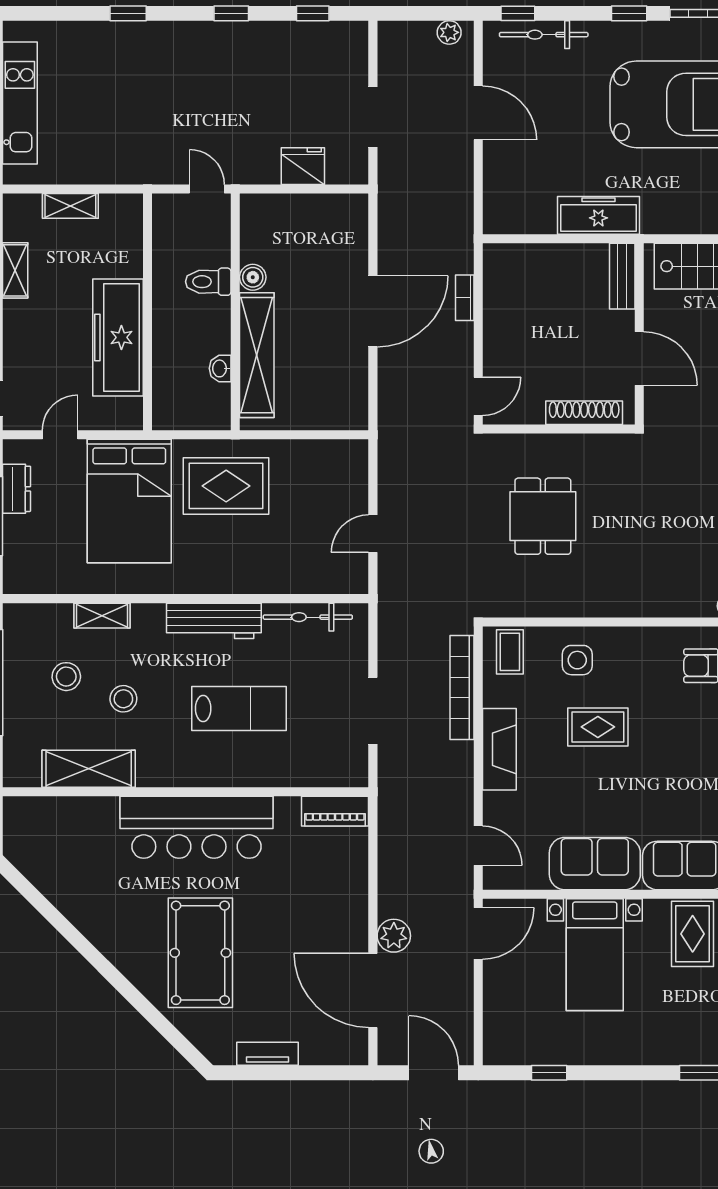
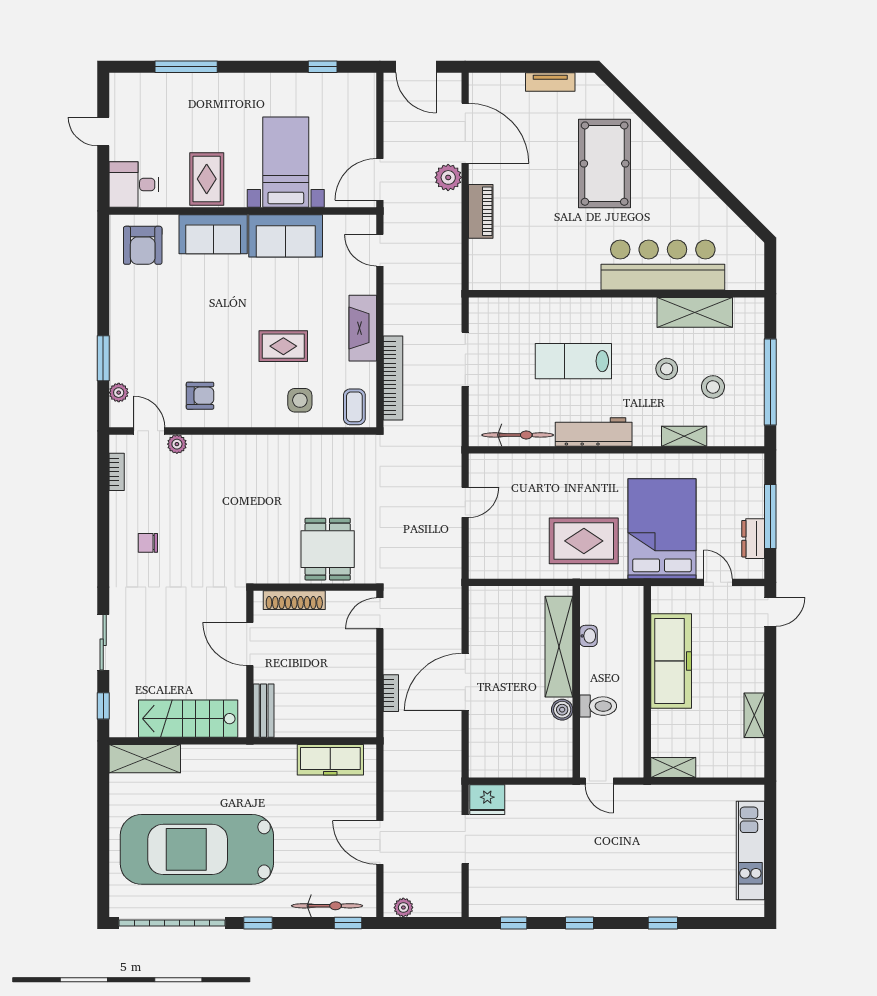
fridge: (303, 166) -> (487, 800), moved
shelving: (70, 206) -> (673, 767), moved
freezer: (598, 215) -> (330, 760), moved
door: (60, 435) -> (718, 582), swing flipped
dining table: (543, 516) -> (328, 549), moved
piano: (335, 811) -> (481, 211), moved, turned 90
bar counter: (196, 827) -> (663, 265), moved

